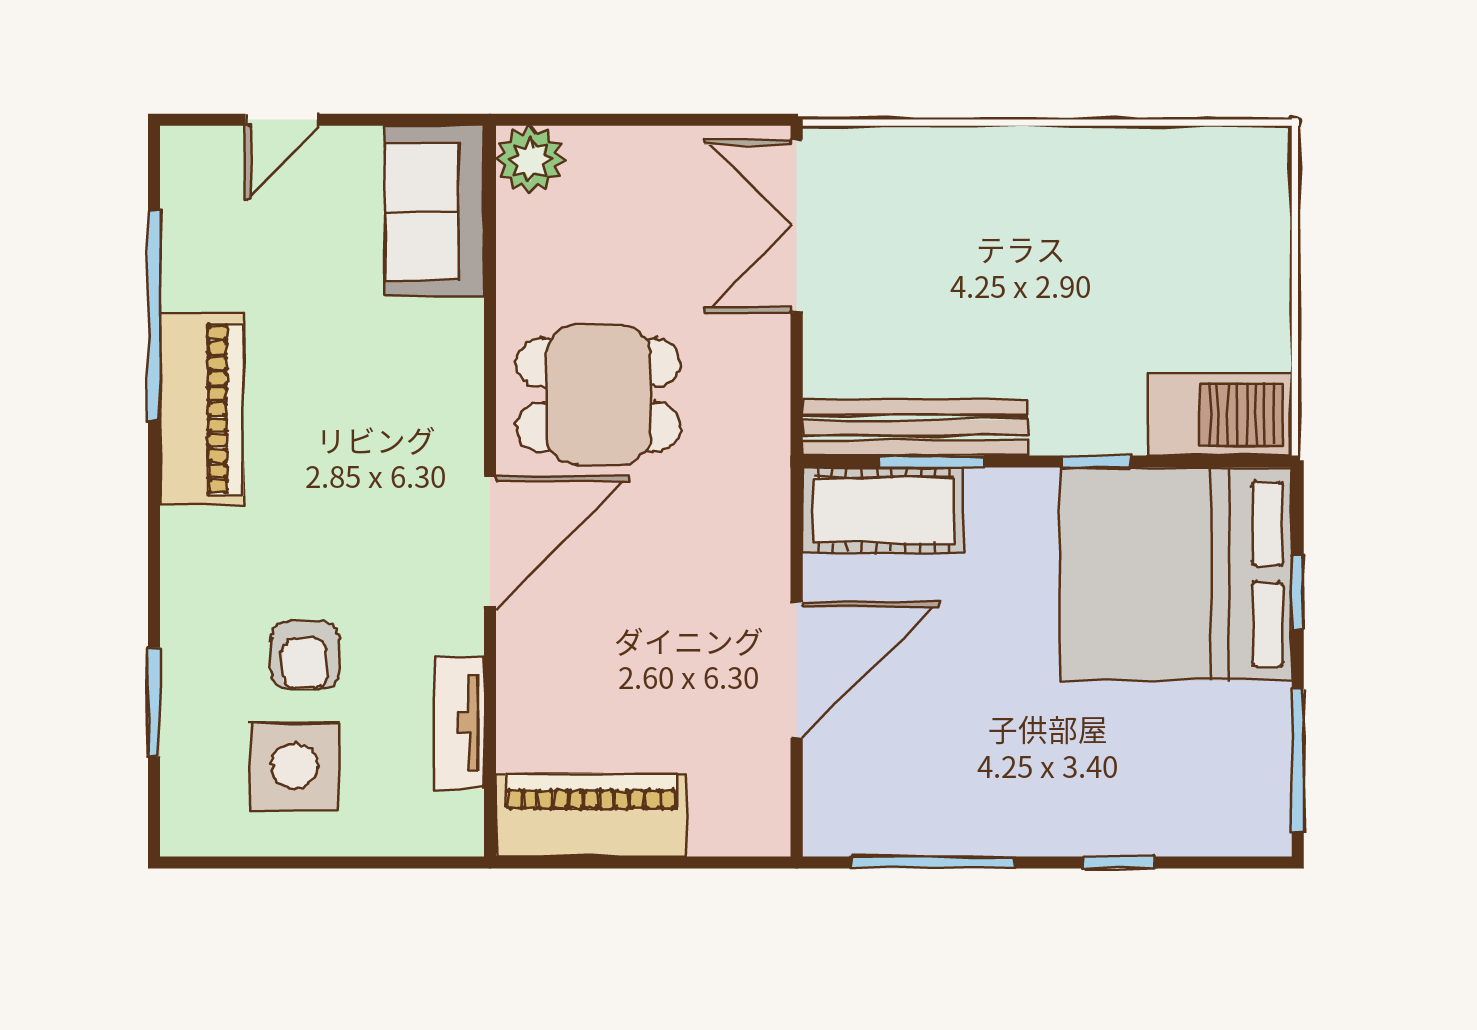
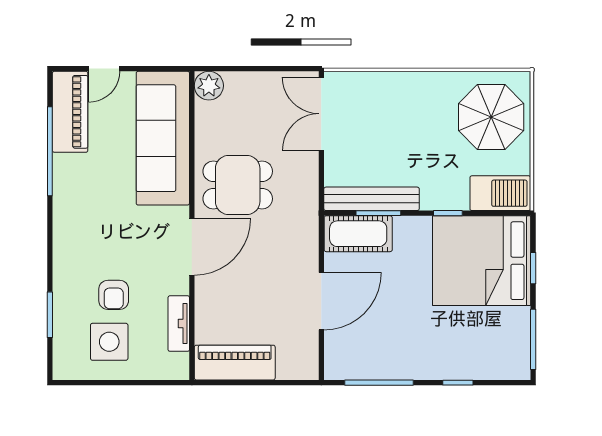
sofa: (435, 211) -> (163, 138), width x1.85, depth x1.27
parasol: (1198, 234) -> (491, 117), added
piano: (202, 409) -> (70, 112), moved

